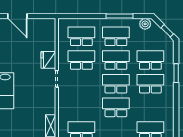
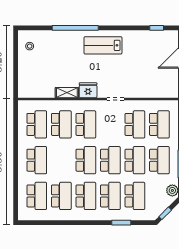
fridge: (48, 60) -> (88, 90), moved
school desk: (81, 107) -> (86, 124), added
school desk: (150, 107) -> (86, 196), added

